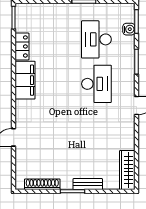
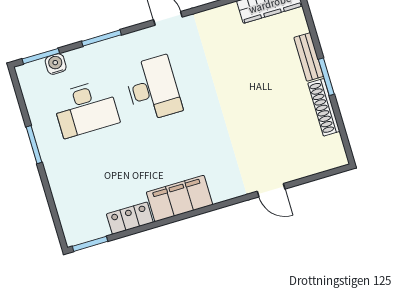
desk: (96, 84) -> (153, 89), turned 90
shoe rack: (42, 184) -> (324, 107), moved

